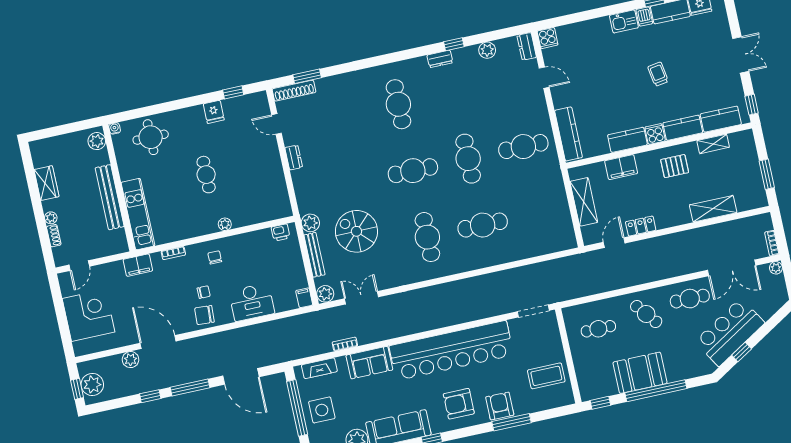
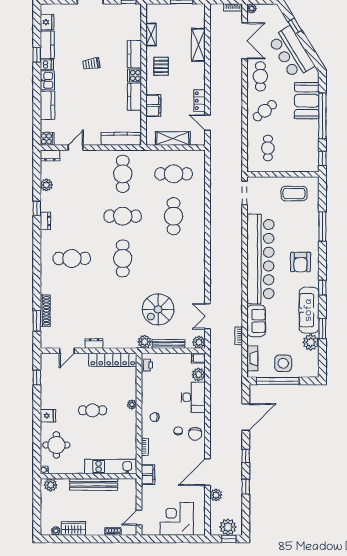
shoe rack: (294, 91) -> (45, 311), moved
fridge: (214, 112) -> (48, 416), moved
kitchen counter: (721, 119) -> (47, 105), moved, turned 180
locker: (278, 186) -> (113, 360), added
plant: (51, 218) -> (56, 531), moved
cafe table: (427, 237) -> (174, 174), moved
door: (79, 266) -> (139, 518), swing flipped
plant: (283, 303) -> (199, 375), added
window: (742, 352) -> (295, 26), moved
booth: (640, 373) -> (307, 101), moved
coffee table: (546, 376) -> (294, 194), turned 90
window: (190, 387) -> (246, 456), width x0.46
armchair: (500, 406) -> (309, 232), removed

